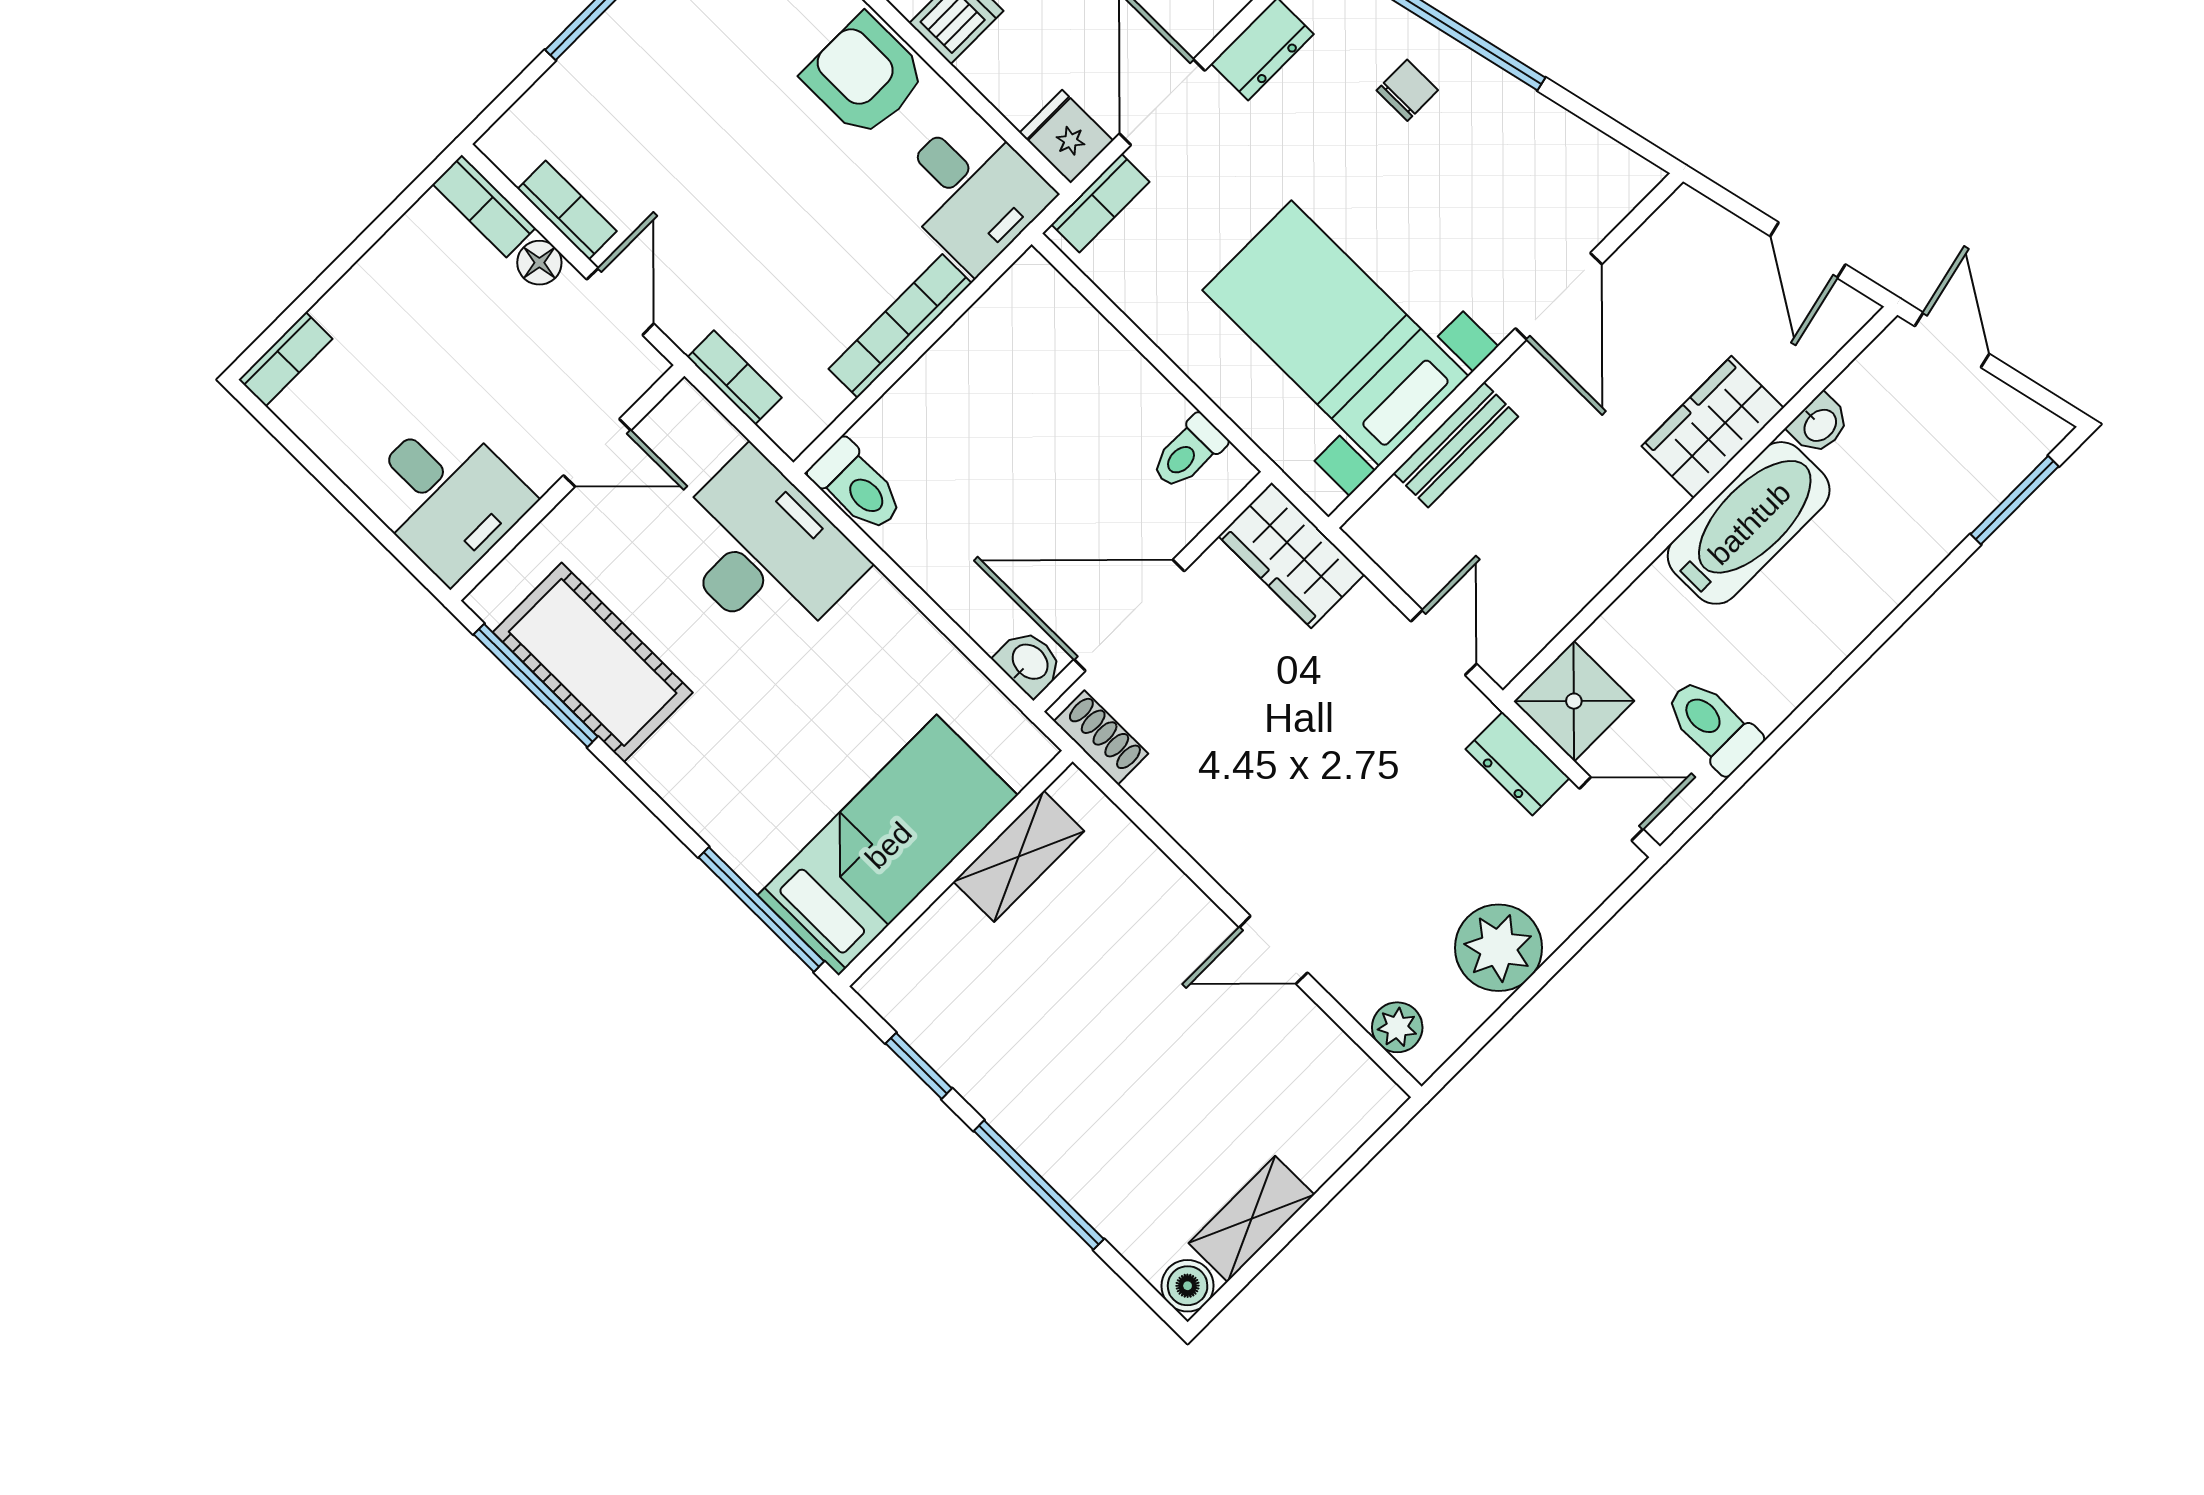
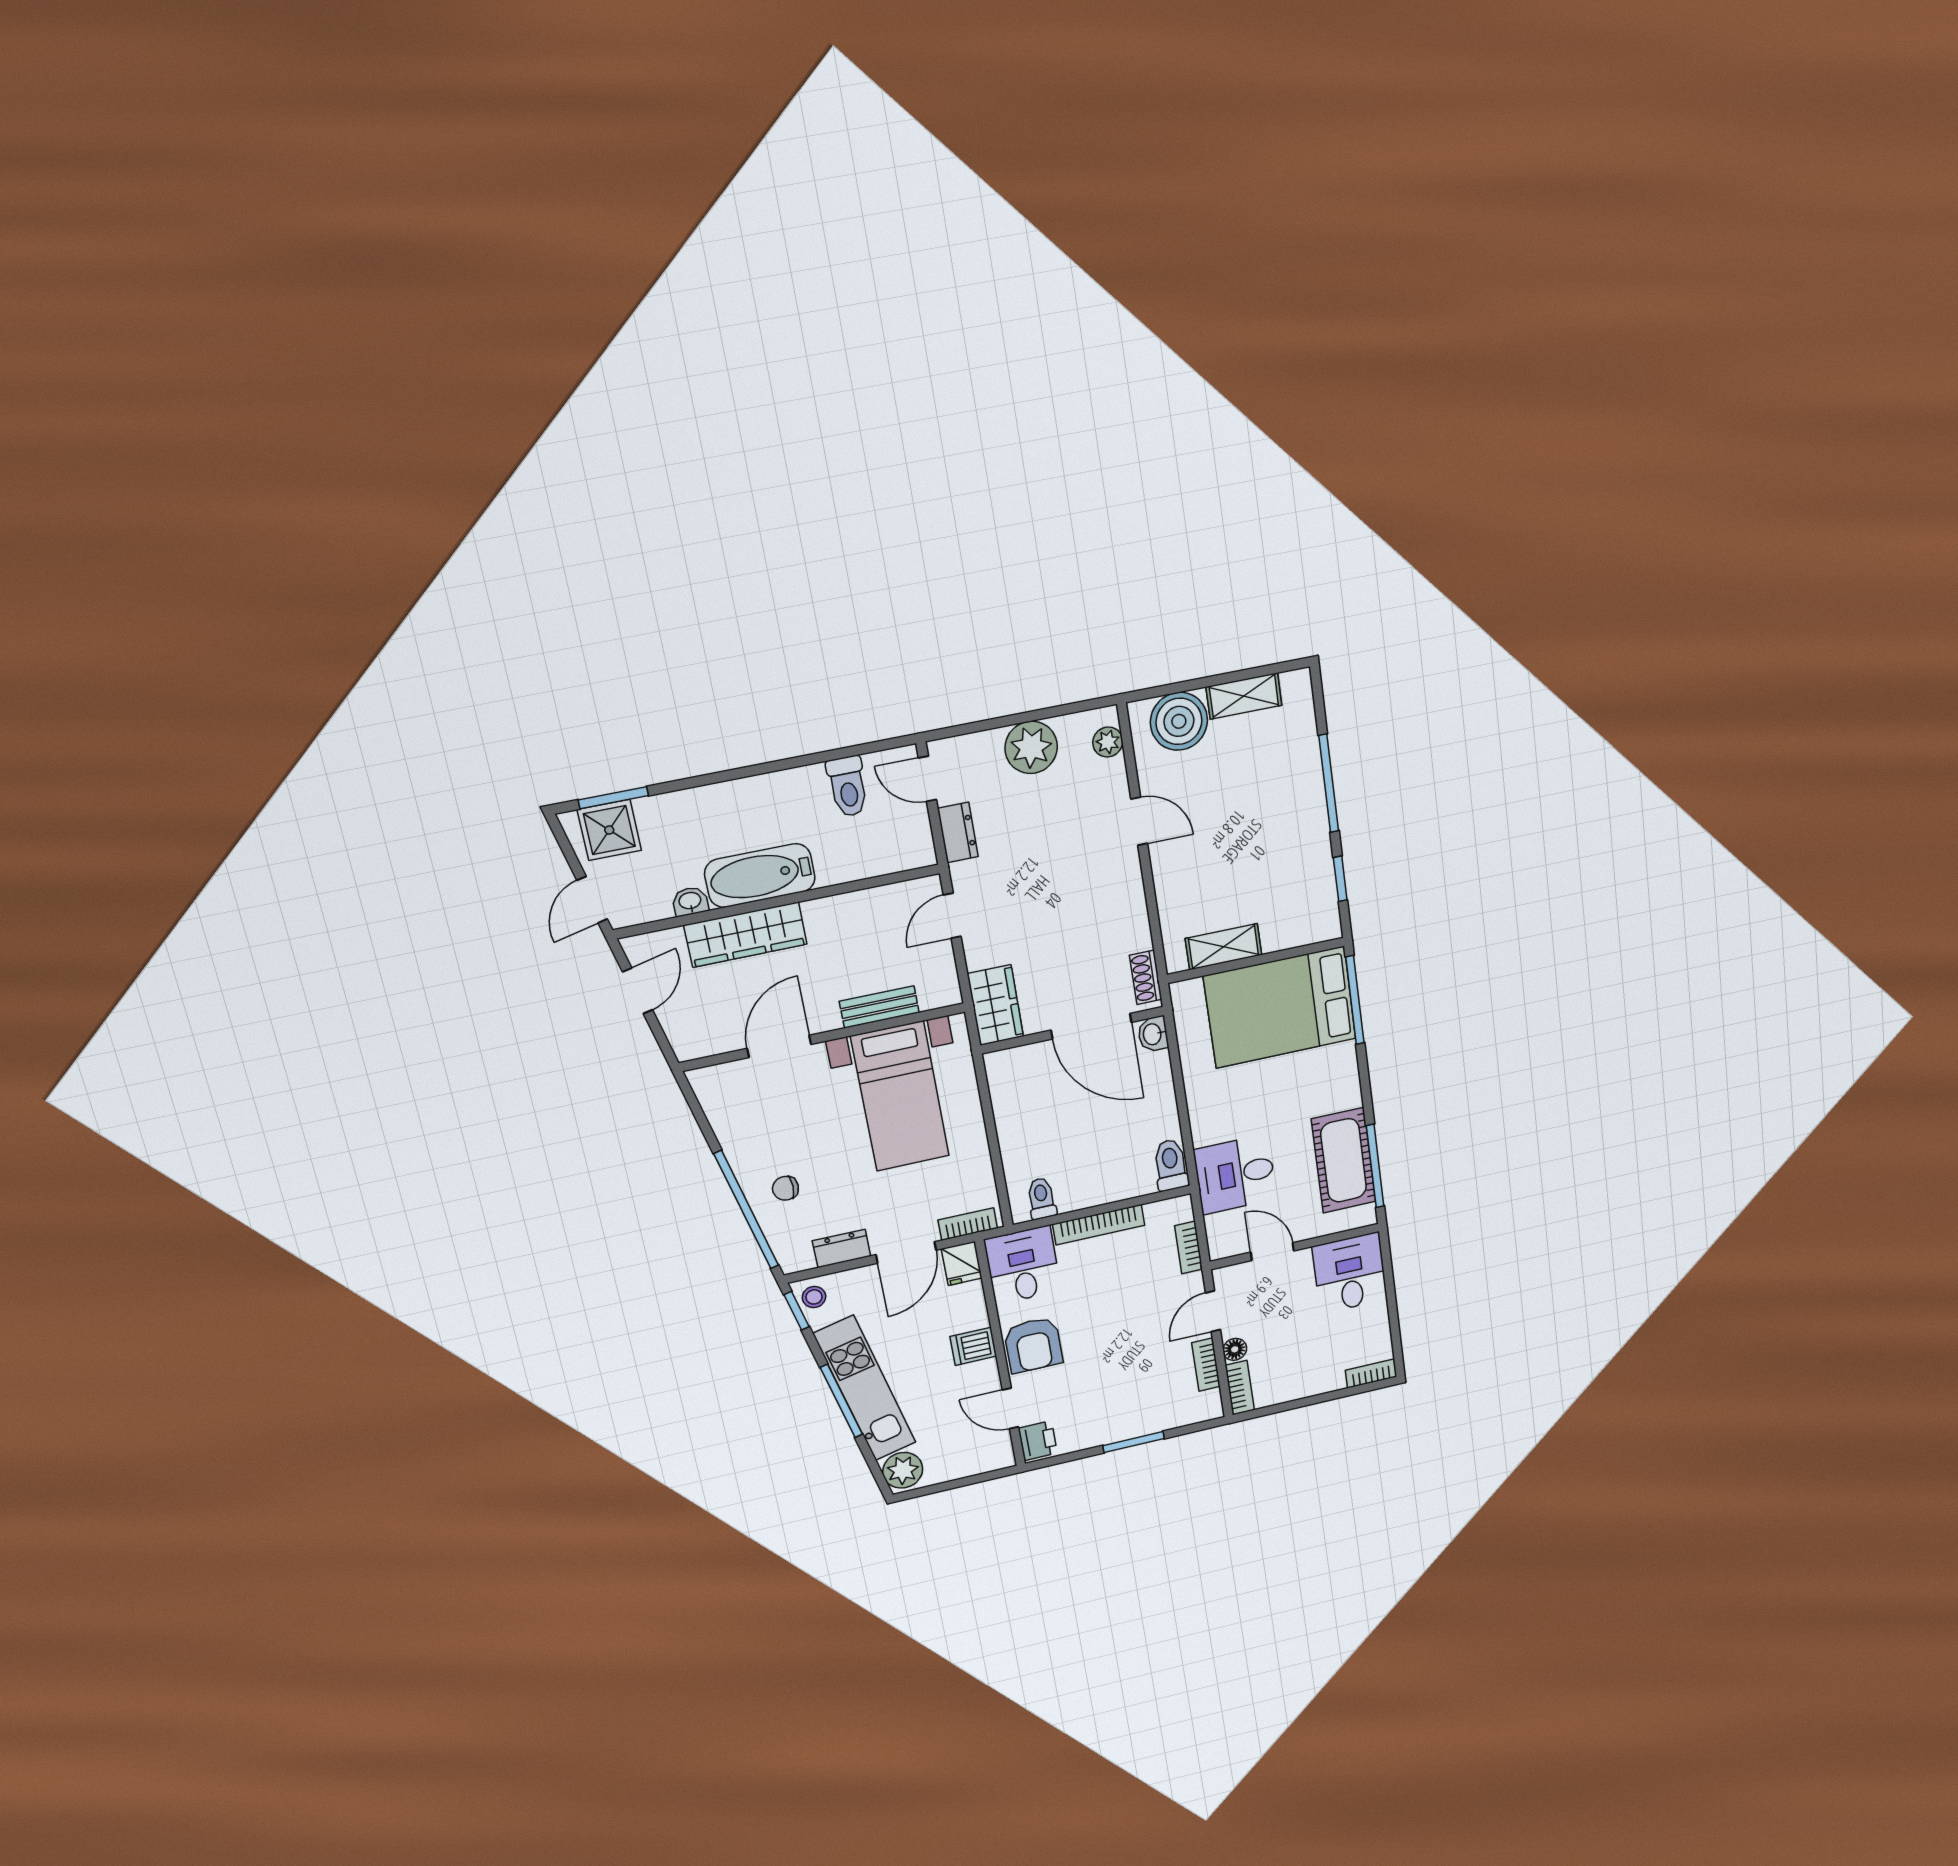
wardrobe: (1713, 427) -> (746, 935), width x1.50
toilet: (1188, 452) -> (1042, 1198), moved, turned -90
desk: (763, 551) -> (1235, 1174), width x0.73
shower: (1574, 701) -> (609, 830), moved
bed: (888, 845) -> (1280, 1007), width x1.50
boiler: (1188, 1286) -> (1179, 721), moved, width x1.86, depth x1.86

